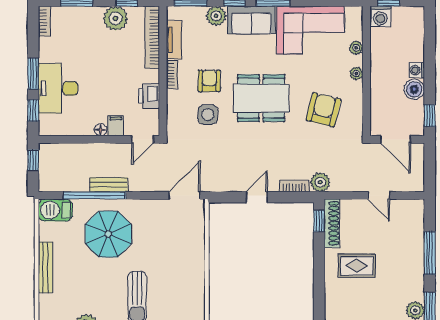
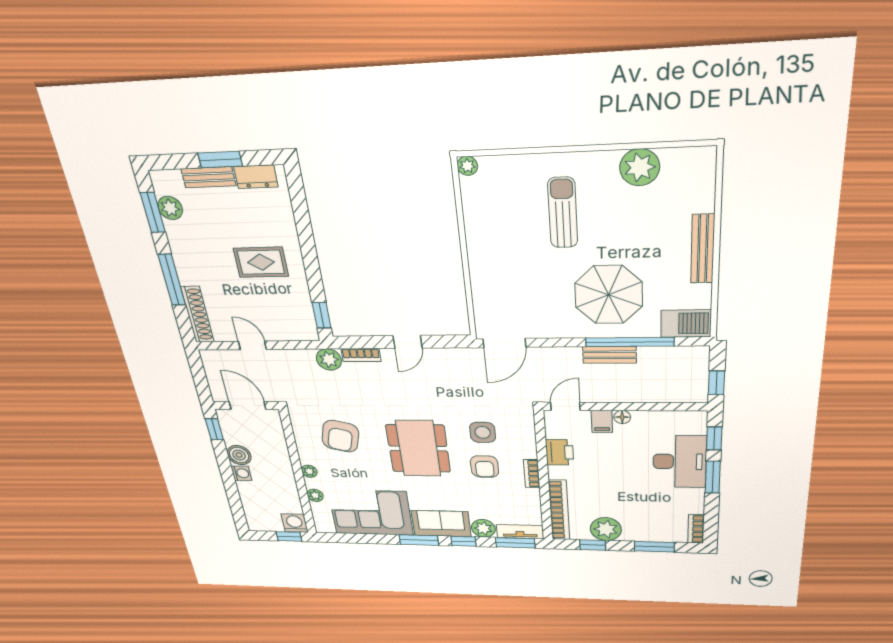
tv unit: (174, 40) -> (520, 532), moved, turned 90
dining table: (261, 98) -> (418, 448), turned 90
shoe rack: (332, 223) -> (197, 314), moved, turned 180

